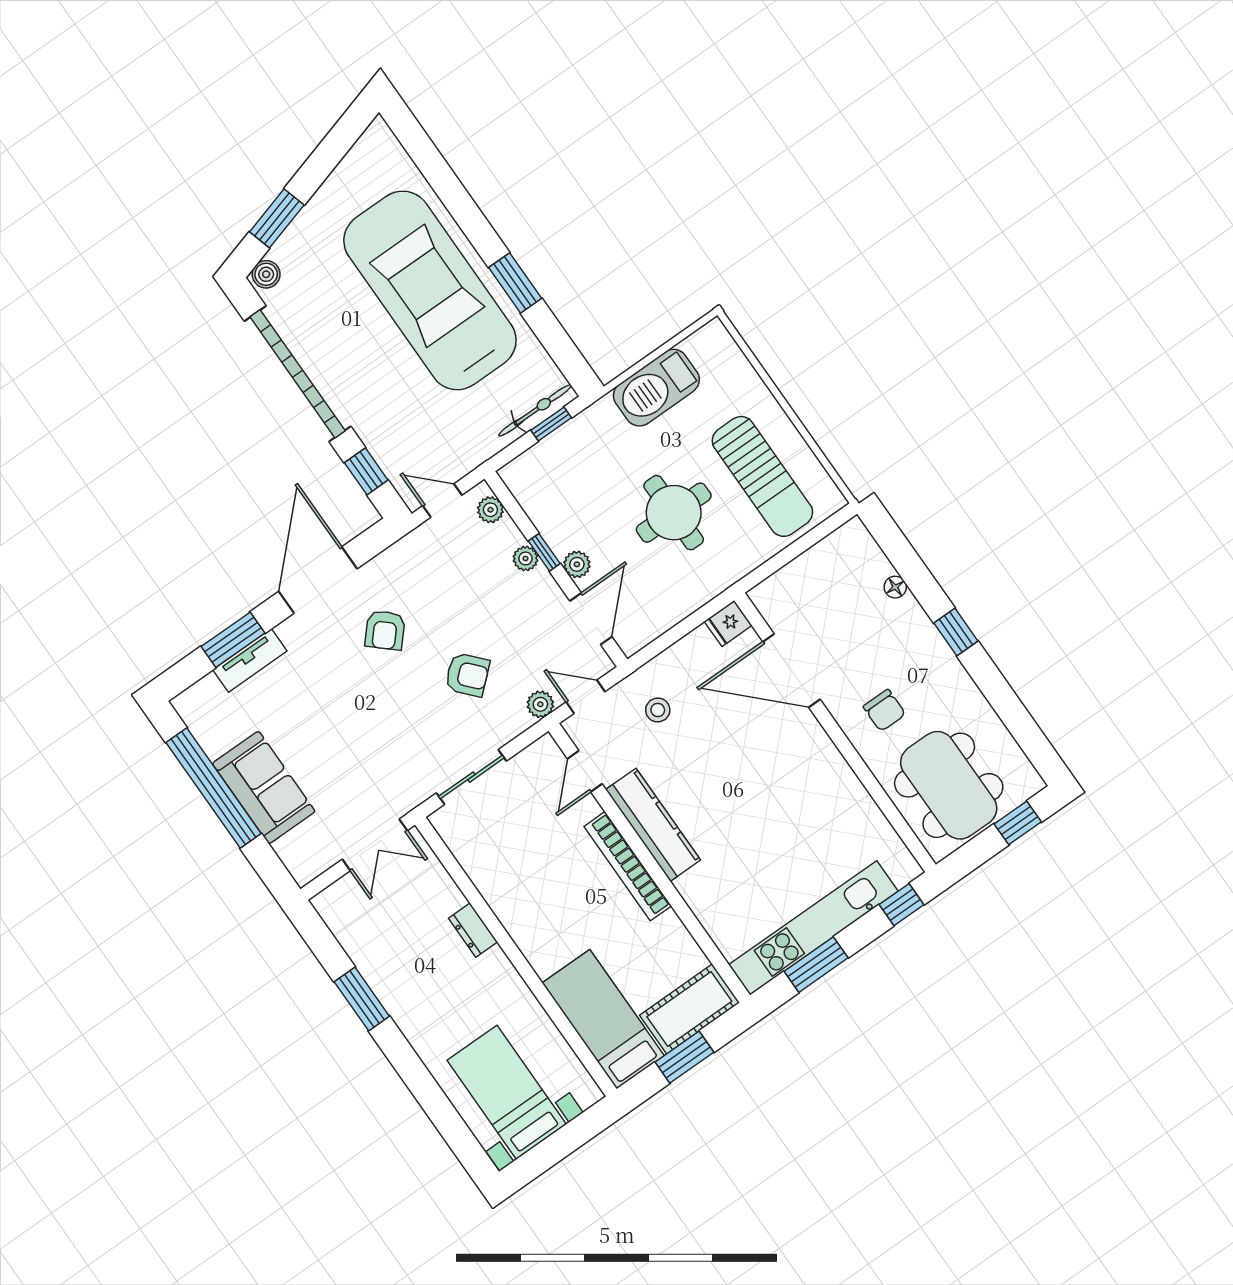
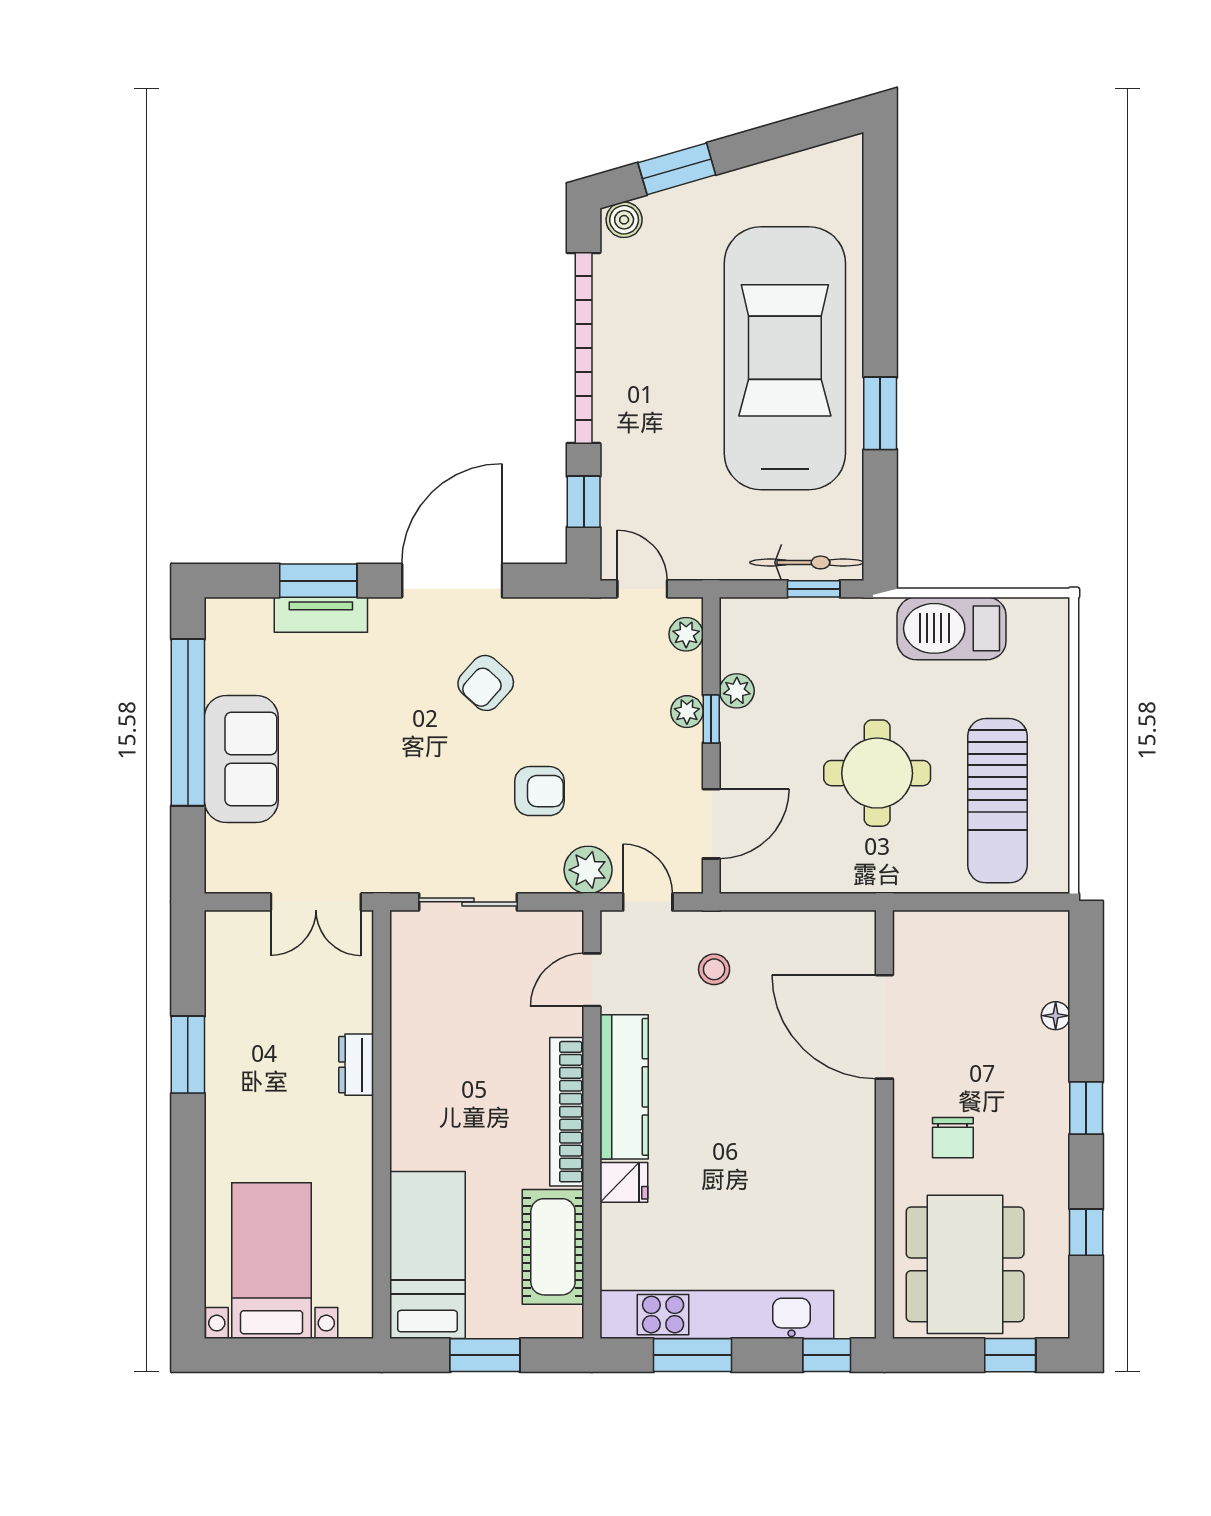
plant: (577, 564) -> (737, 691), moved
fridge: (728, 623) -> (624, 1182), moved, turned 180
armchair: (467, 675) -> (540, 791), turned -48
plant: (540, 704) -> (588, 870), width x1.38, depth x1.38
window: (1011, 711) -> (1086, 1232), added
cot: (689, 1009) -> (553, 1247), moved, turned 90

